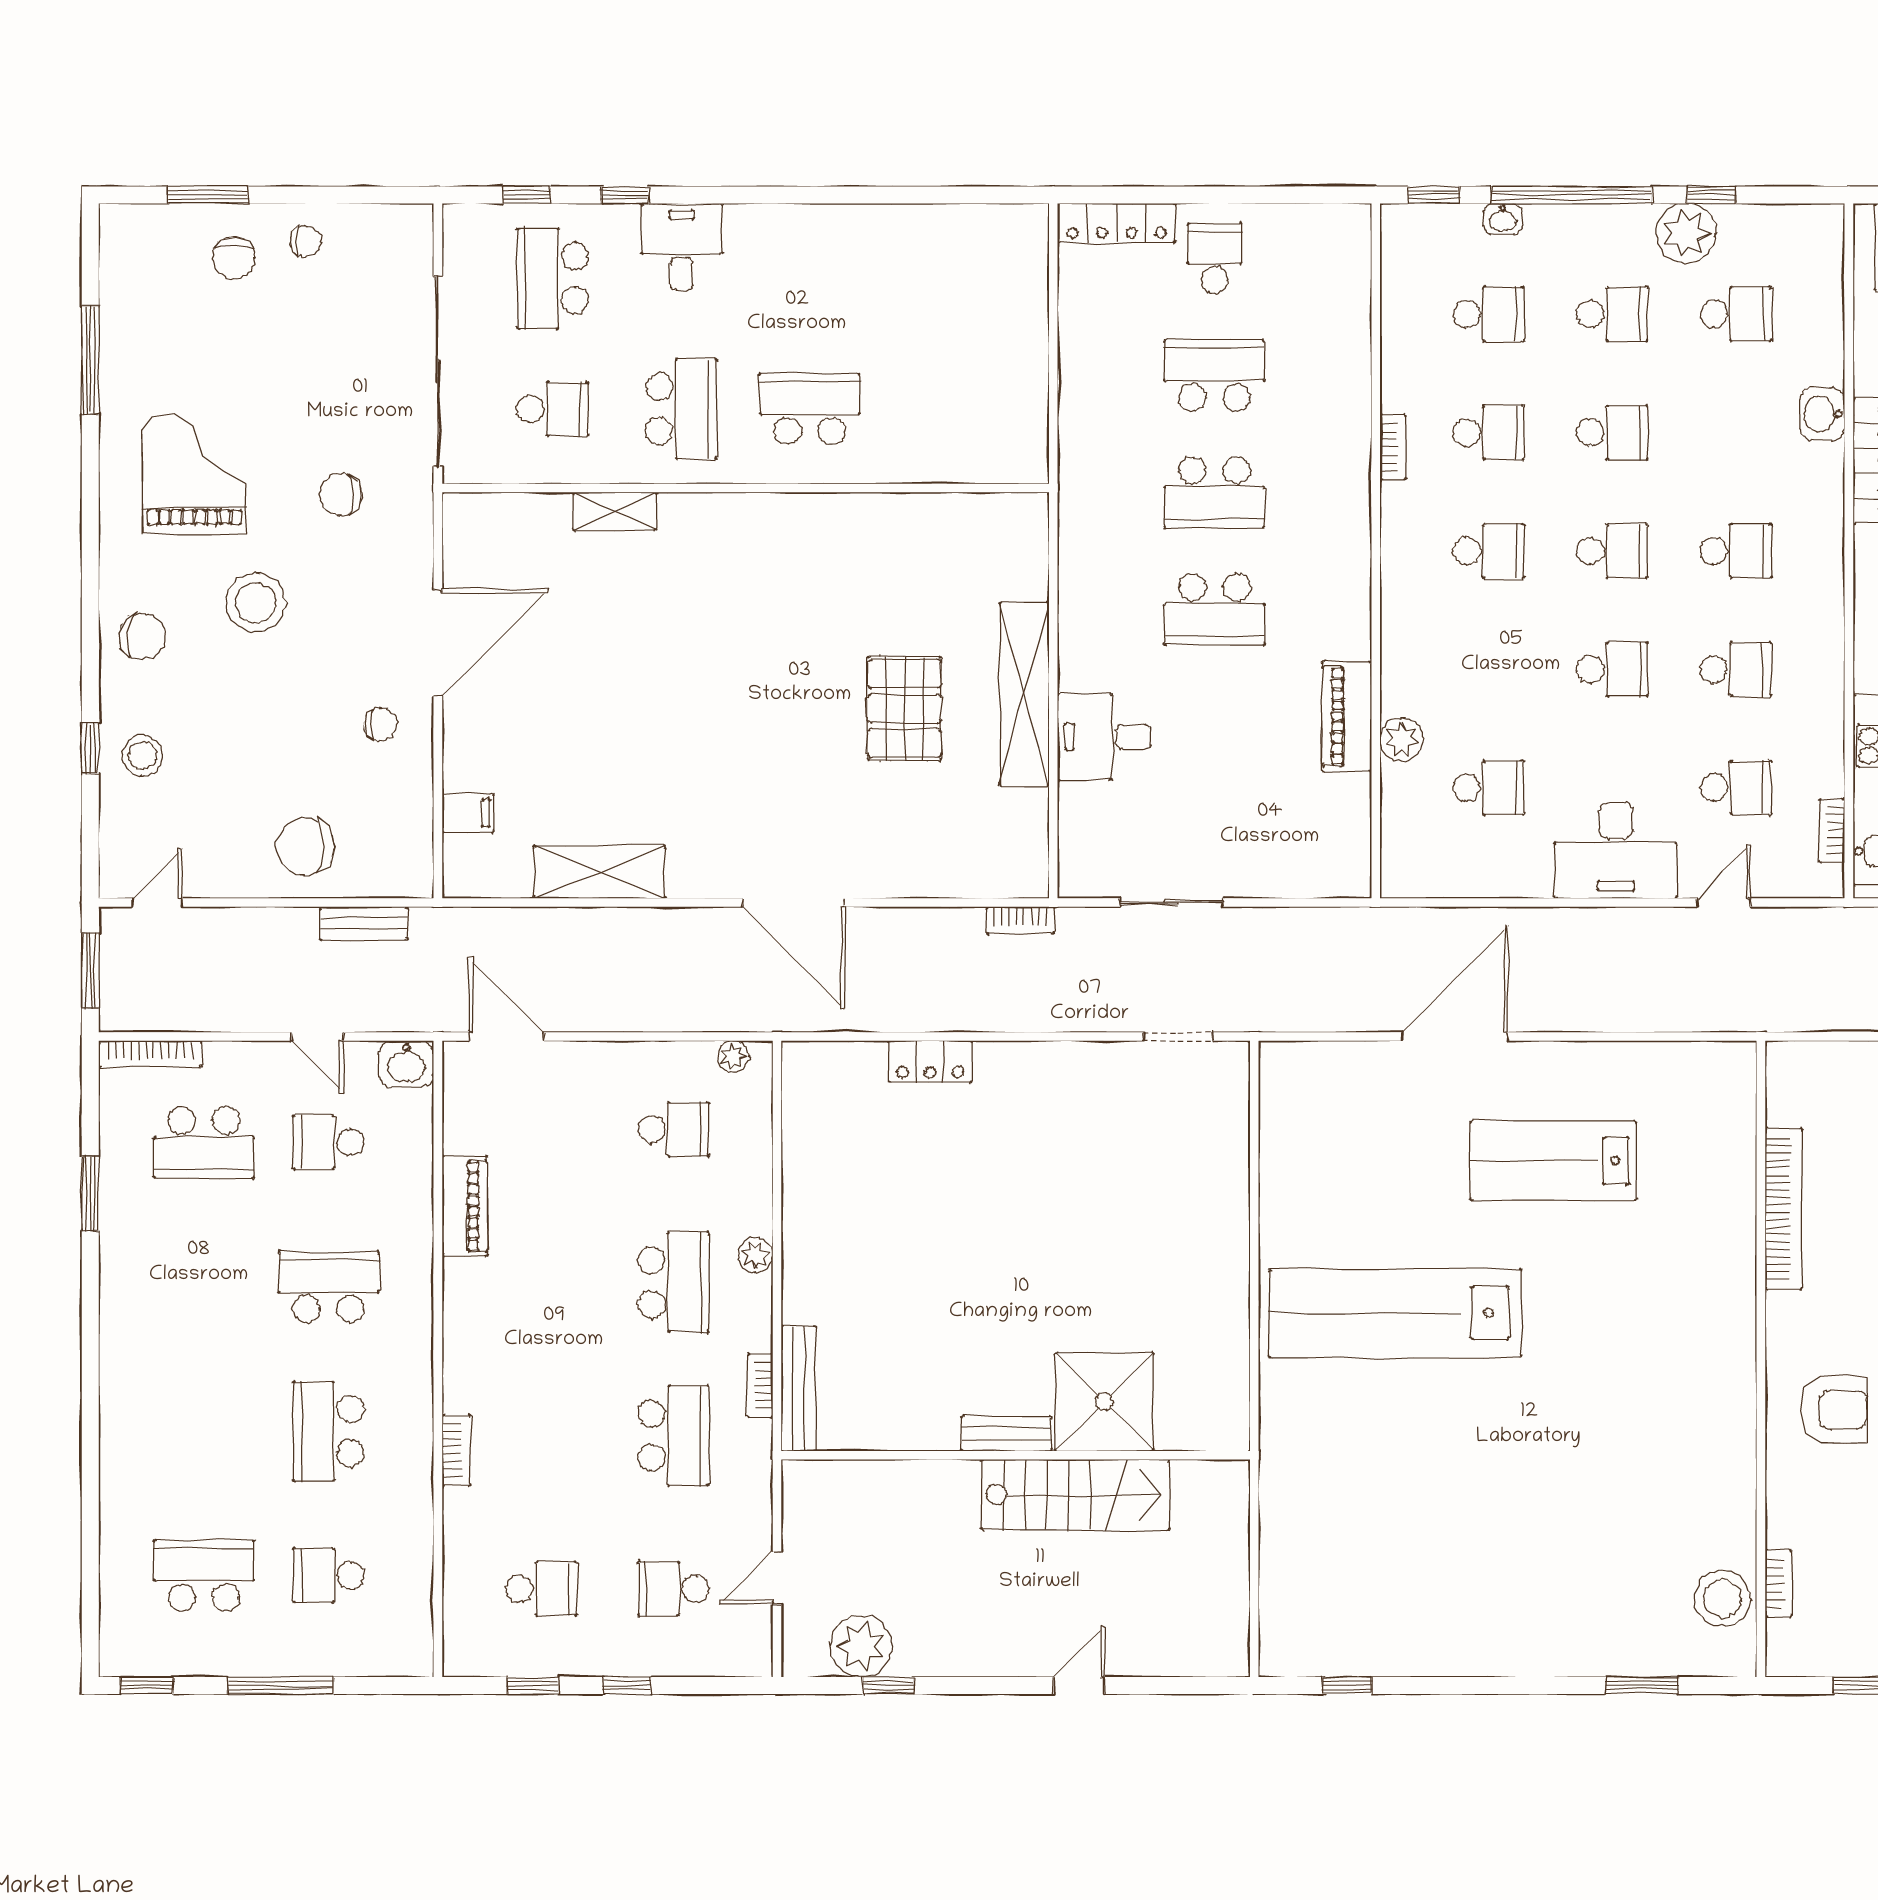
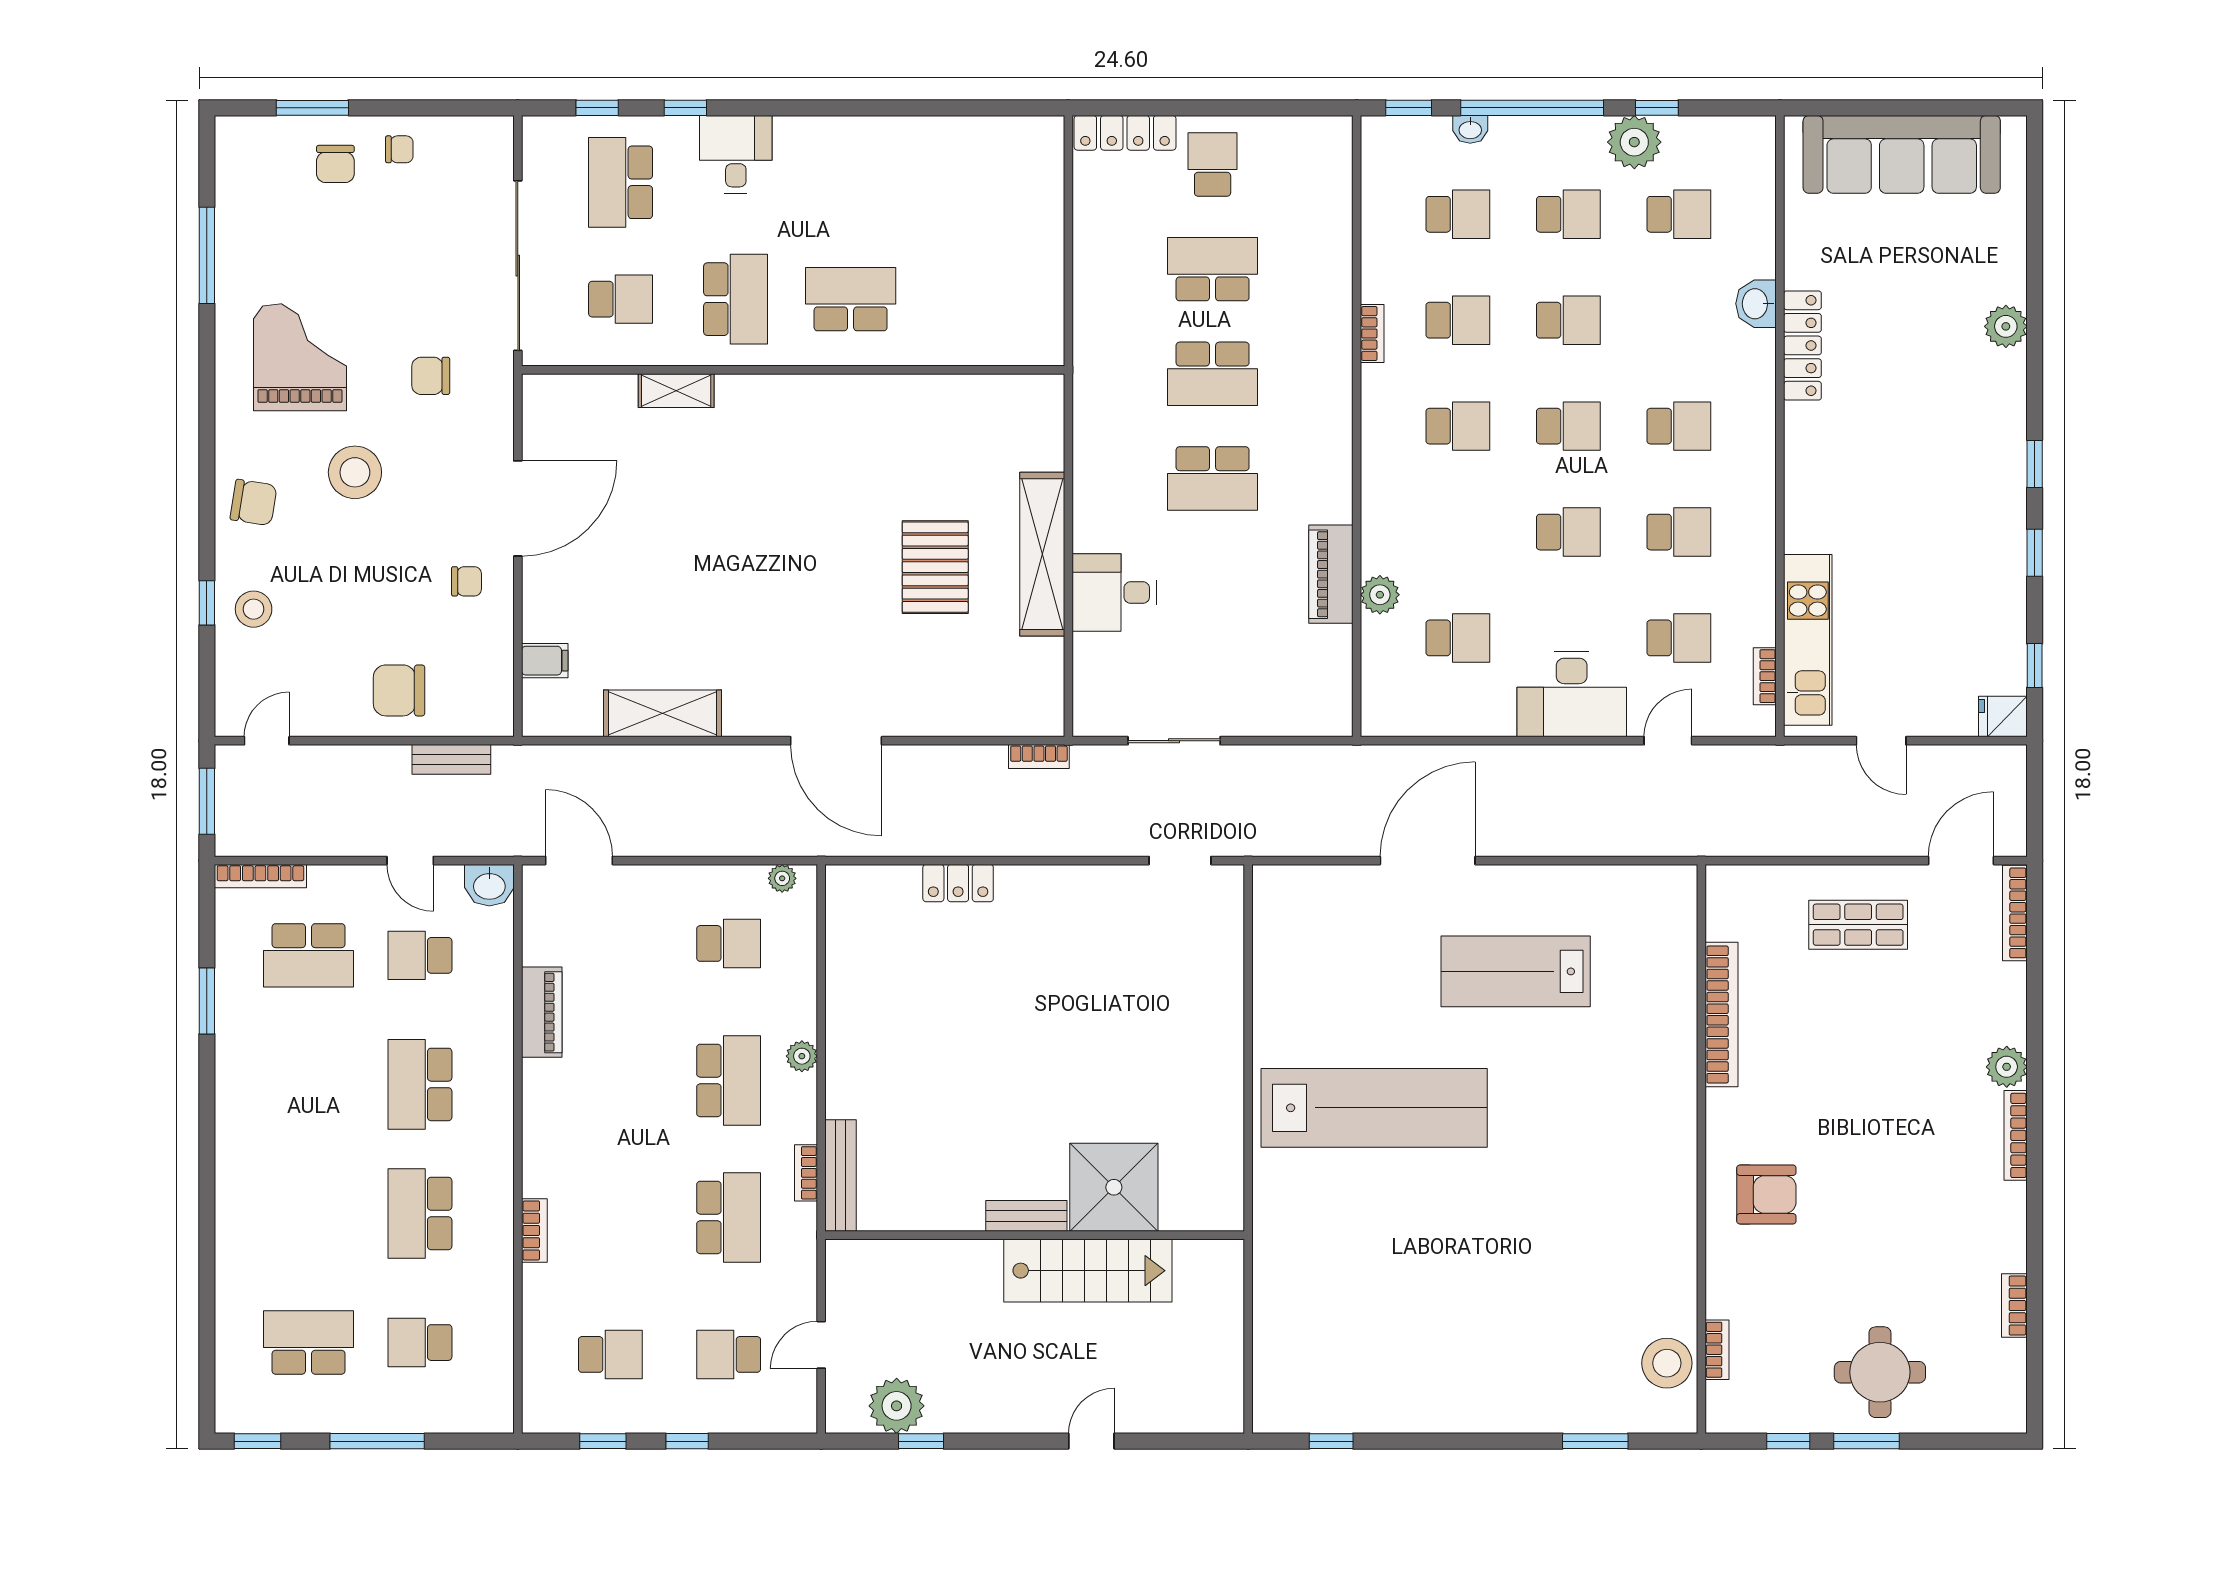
school desk: (328, 1287) -> (420, 1084), turned -90
lab bench: (1395, 1313) -> (1374, 1108), turned 180

